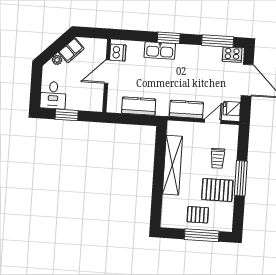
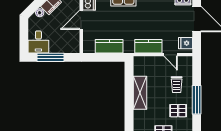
window: (67, 115) -> (51, 57), width x1.44
door: (213, 121) -> (171, 55), swing flipped
shelving: (172, 165) -> (140, 93), width x0.68
pallet: (217, 190) -> (178, 111), width x0.67, depth x0.71

